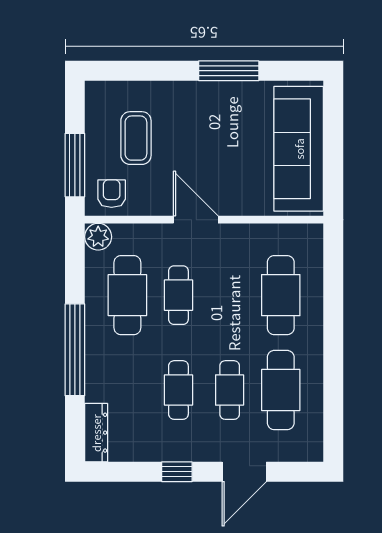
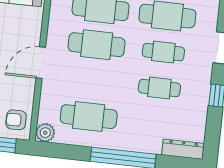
cafe table: (178, 295) -> (97, 45), moved, width x1.37, depth x1.35

